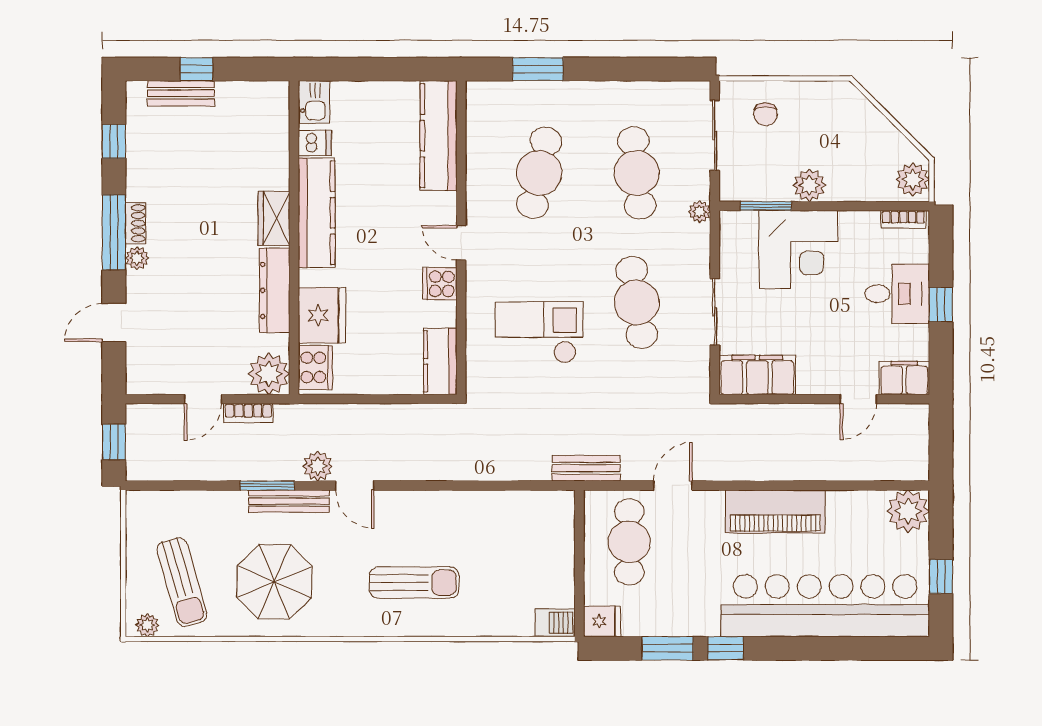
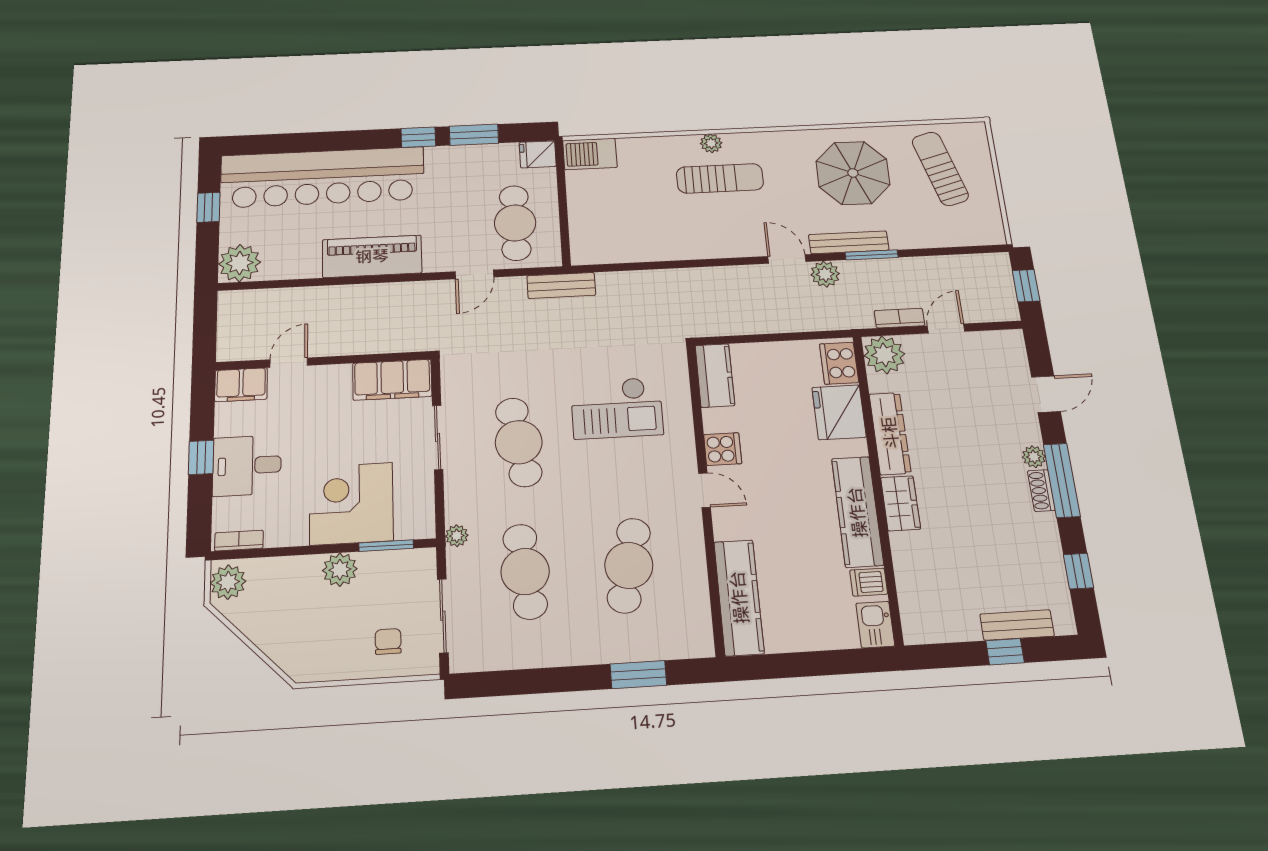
sun lounger: (414, 583) -> (720, 178), turned 180
barbecue: (555, 623) -> (590, 154), width x1.38, depth x1.27
plant: (147, 625) -> (711, 143), moved

